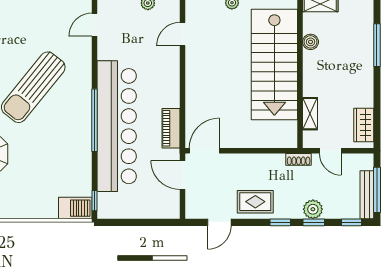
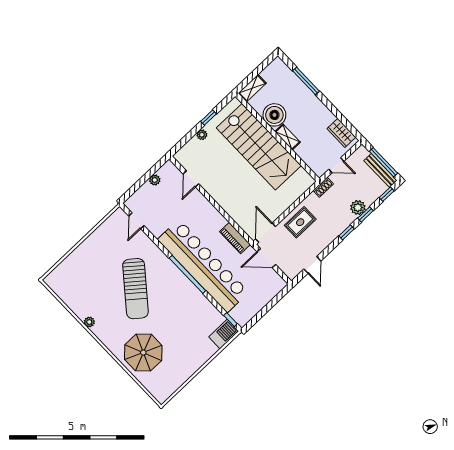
boiler: (311, 42) -> (274, 115), width x1.86, depth x1.86
shelving: (310, 114) -> (288, 137), moved
rug: (255, 202) -> (300, 222), moved

